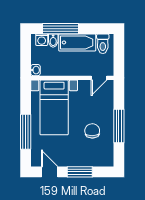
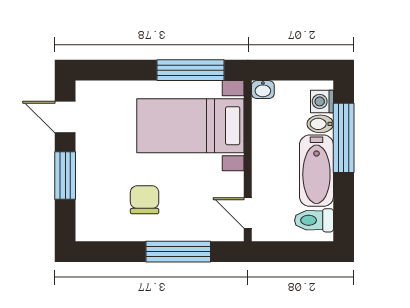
window: (119, 126) -> (178, 252), moved
chair: (92, 131) -> (145, 200), turned -88
window: (26, 132) -> (190, 70), moved
door: (50, 172) -> (65, 117), swing flipped

